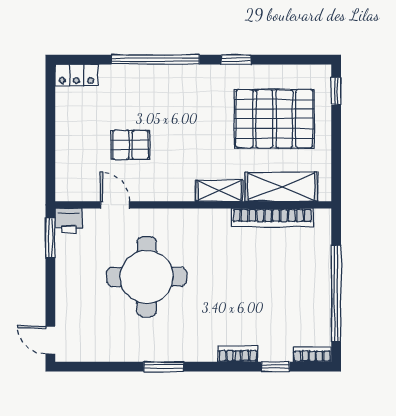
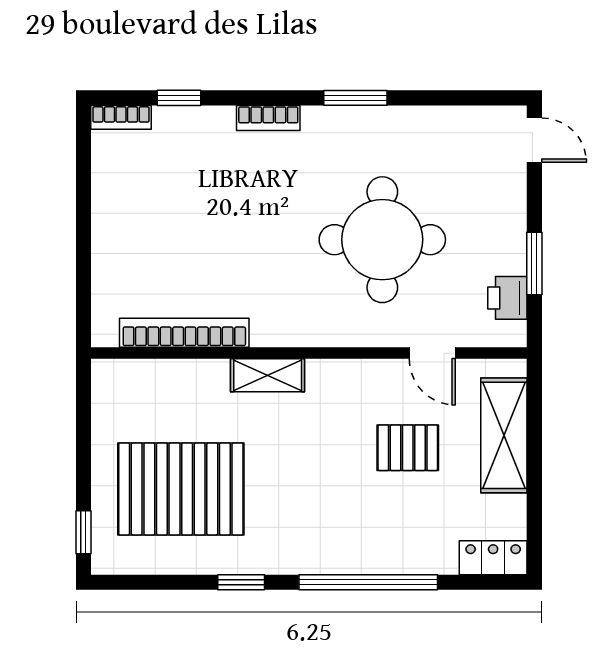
shelving: (281, 187) -> (504, 435), moved, turned 90
printer: (69, 221) -> (507, 298), moved, turned -90
window: (50, 238) -> (534, 264), moved
window: (336, 293) -> (83, 213), removed
bookcase: (238, 354) -> (268, 118), moved

